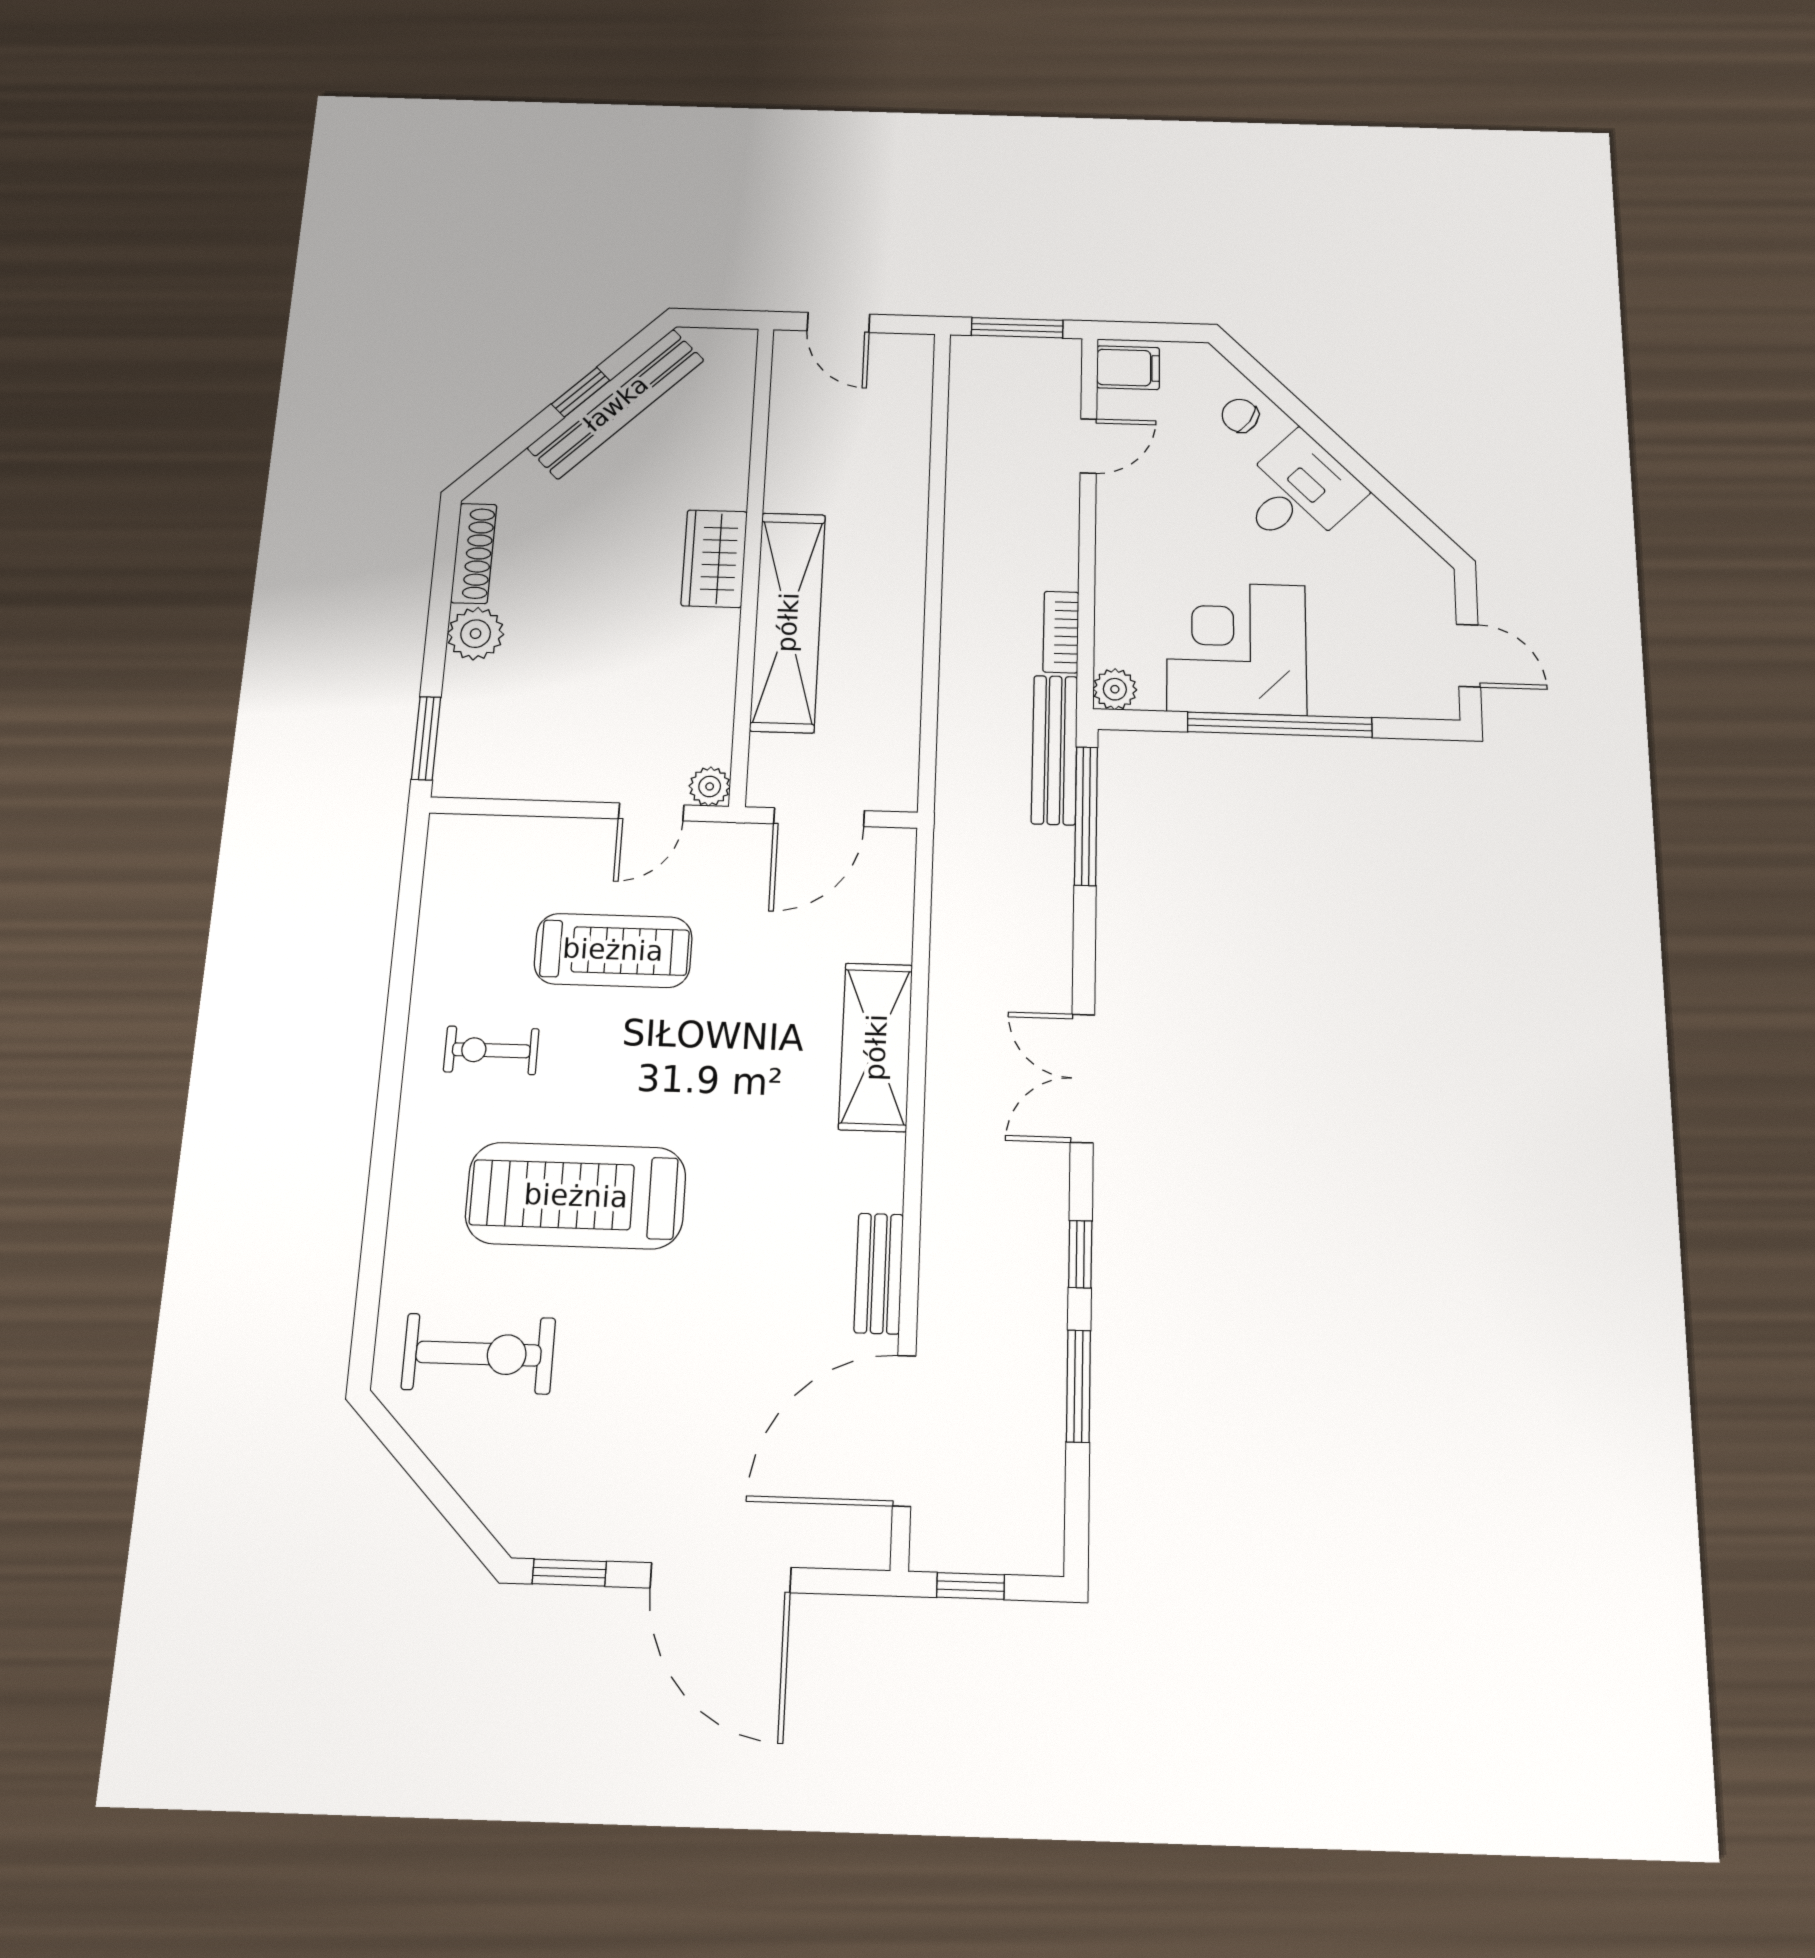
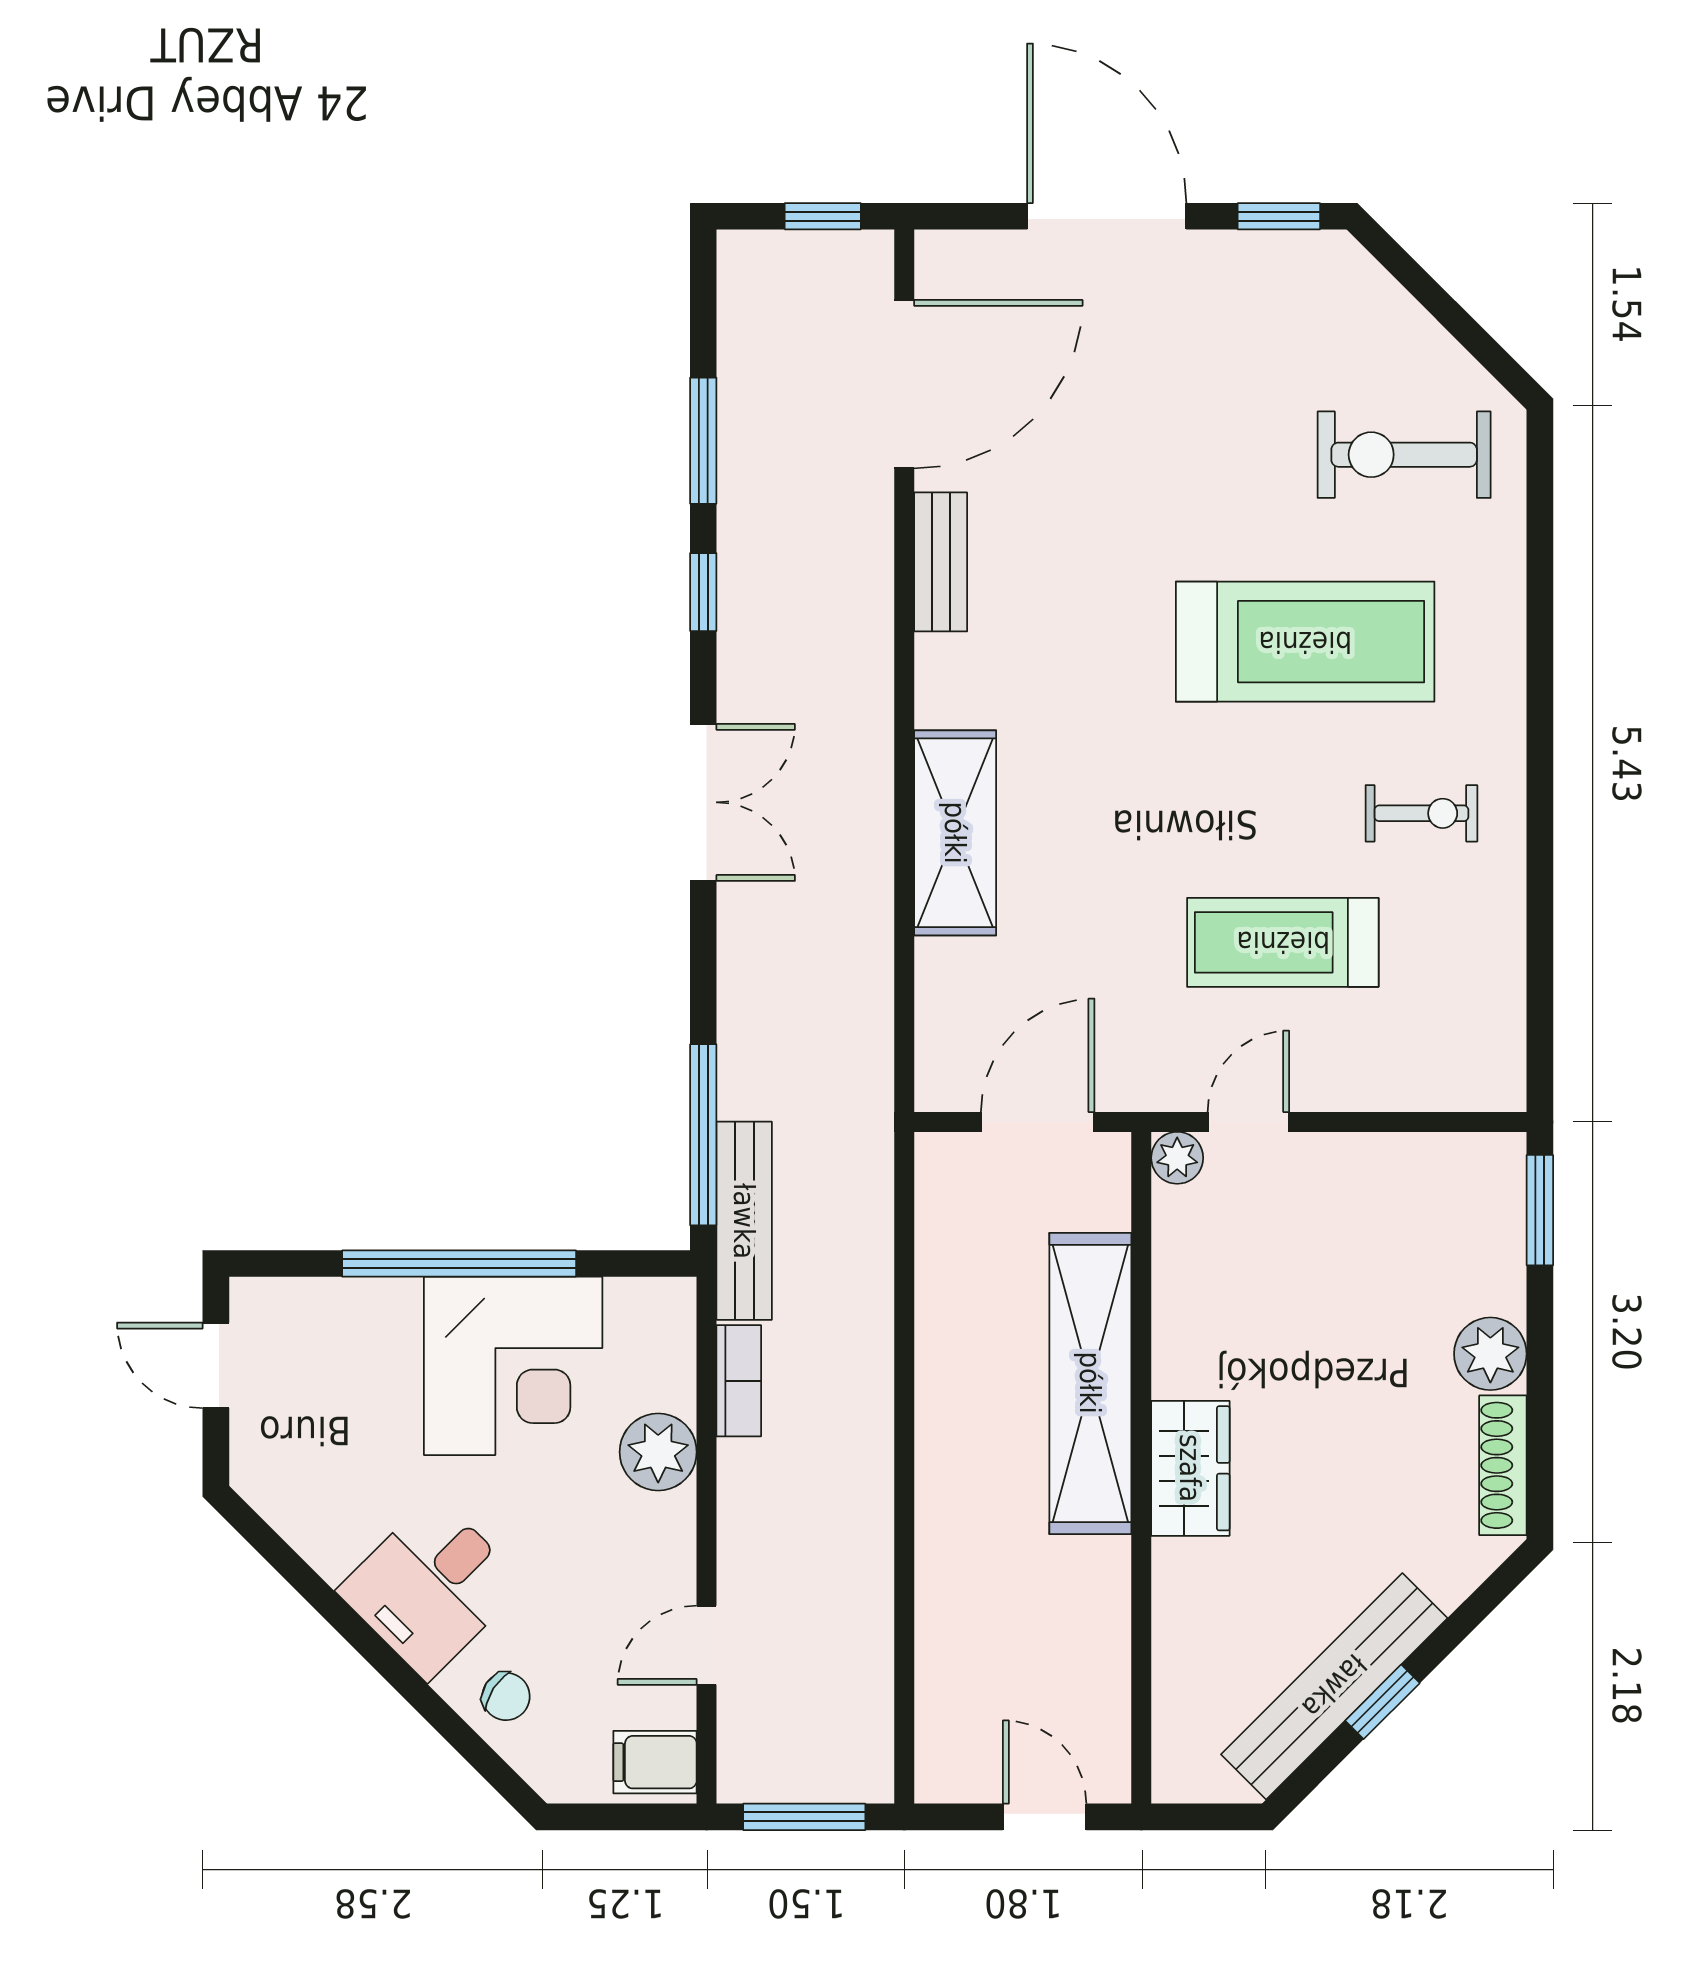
plant: (1115, 689) -> (658, 1452), moved, width x1.38, depth x1.38

